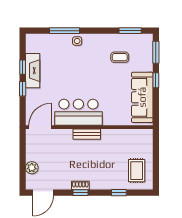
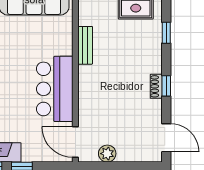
bench: (87, 134) -> (85, 45), moved
plant: (32, 168) -> (107, 154), moved

